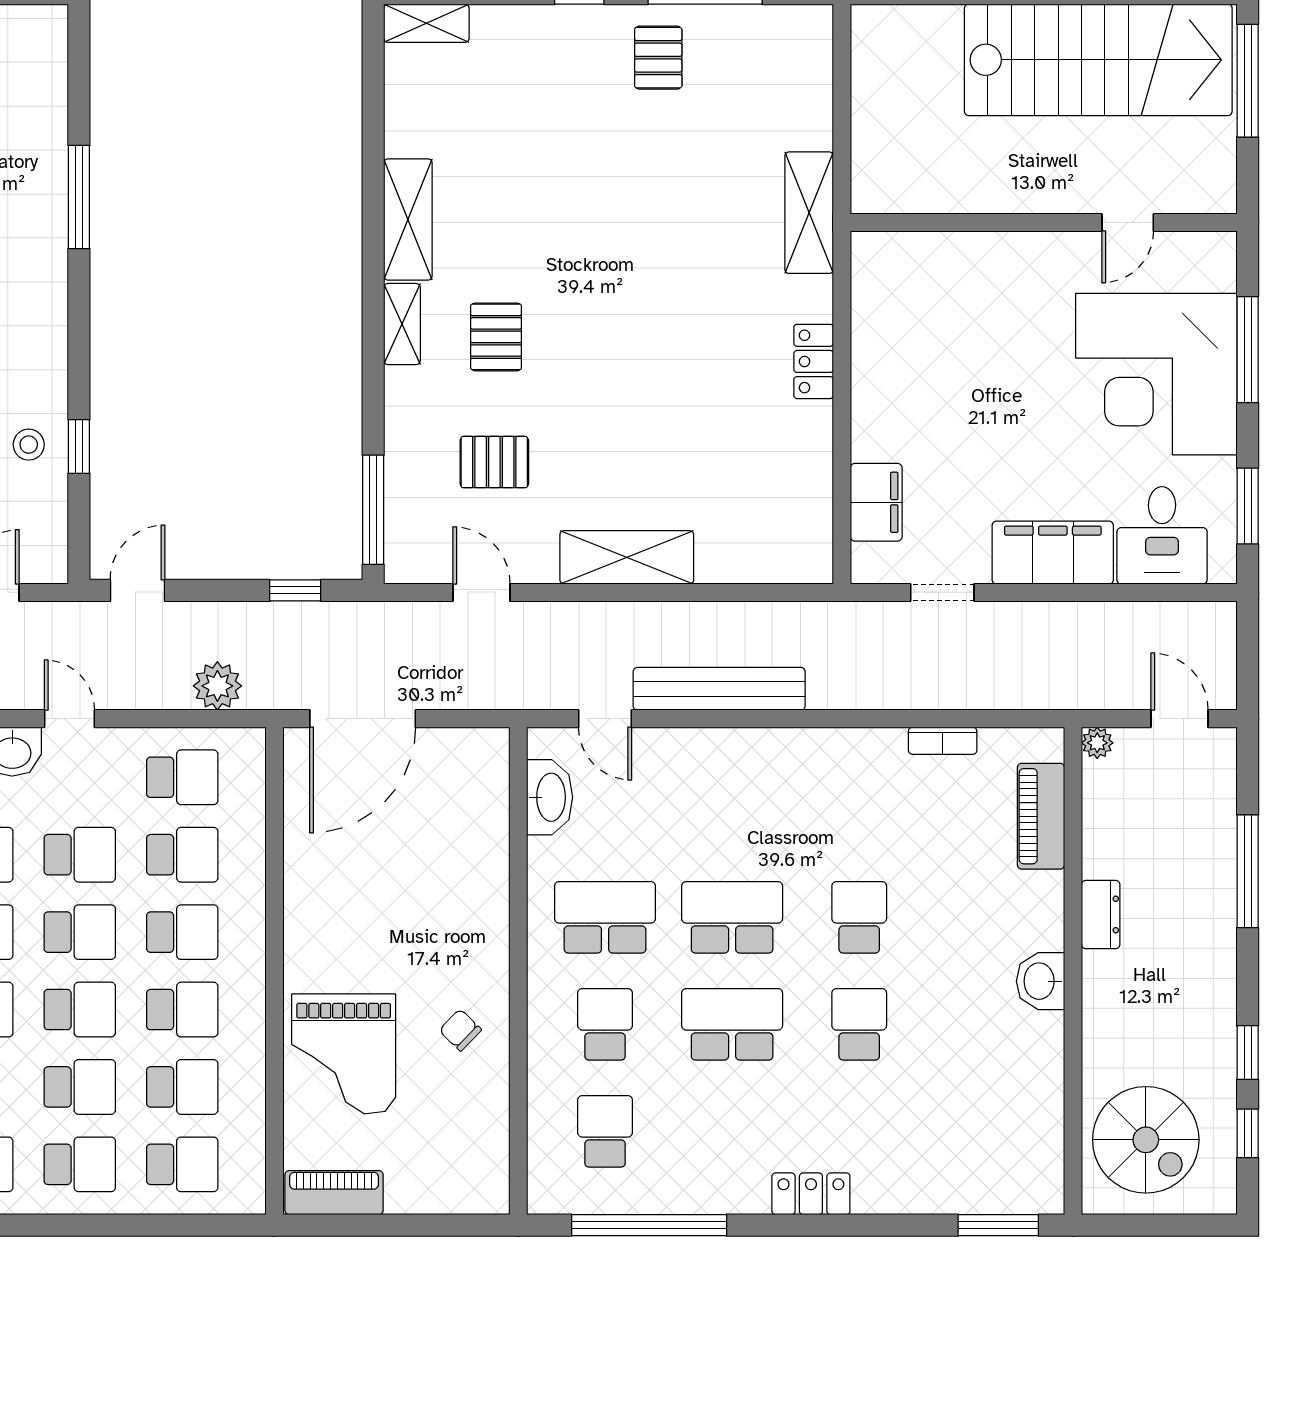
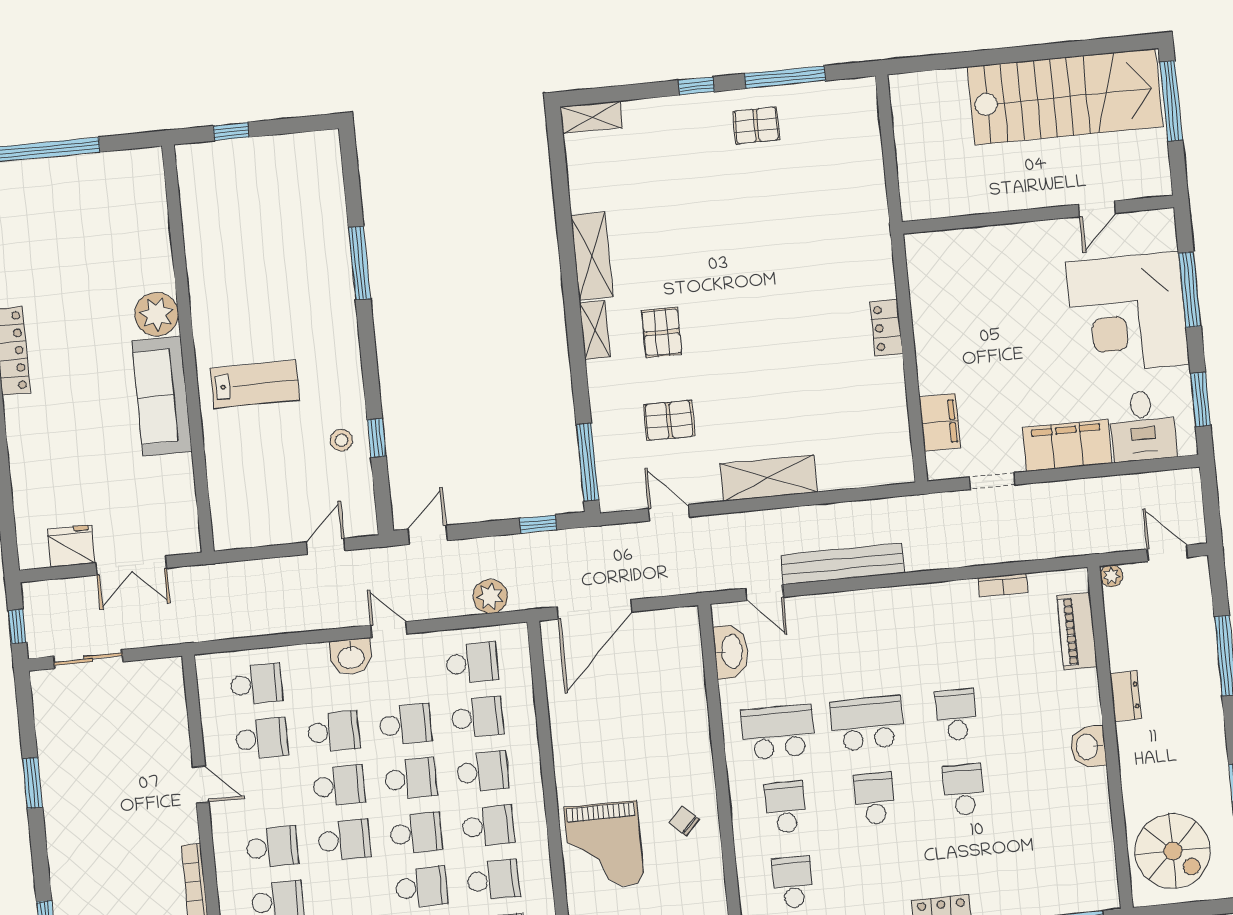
pallet: (658, 58) -> (756, 125), turned 90
shelving: (809, 213) -> (873, 224), removed
school desk: (732, 1024) -> (875, 798), width x0.54

